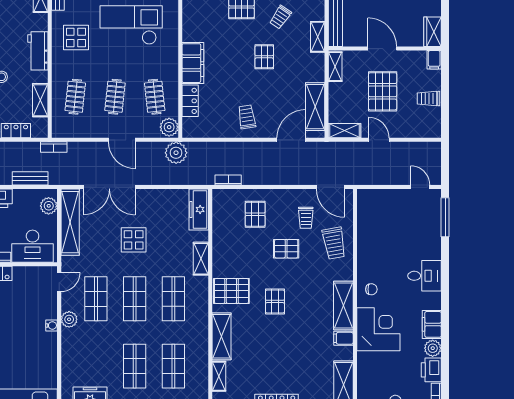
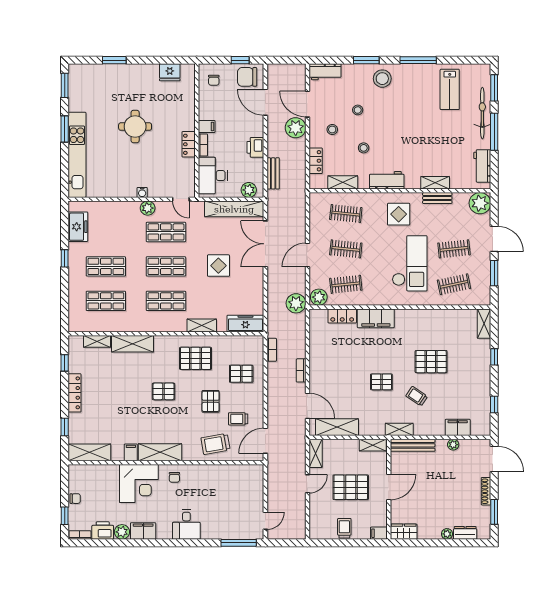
trolley: (247, 117) -> (328, 366), removed
bookcase: (54, 147) -> (301, 370), moved
pallet: (231, 291) -> (195, 358), moved, turned 90

